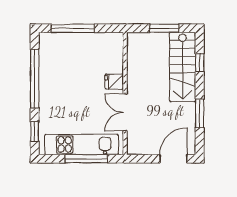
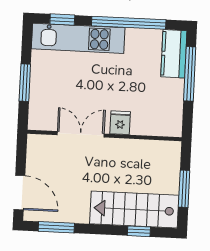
kitchen counter: (57, 42) -> (174, 54), added
window: (200, 113) -> (56, 227), moved
kitchen unit: (82, 144) -> (78, 38), moved, turned 90
window: (86, 159) -> (25, 83), width x0.69

